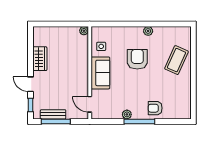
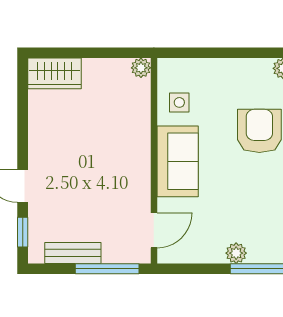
wardrobe: (40, 59) -> (55, 73), moved, turned 90
door: (90, 104) -> (154, 230), swing flipped
window: (56, 121) -> (107, 269), moved

